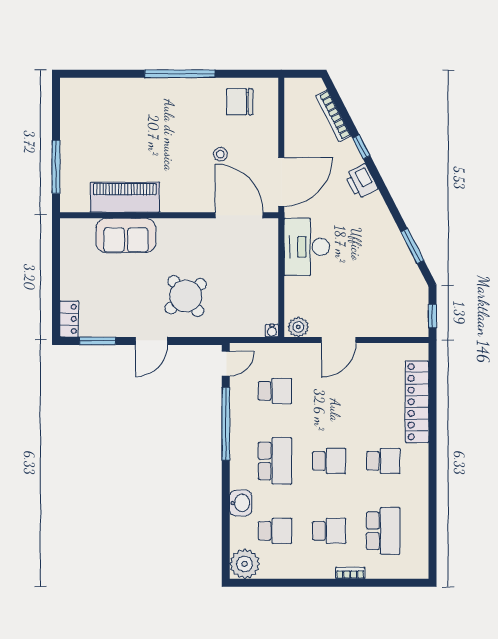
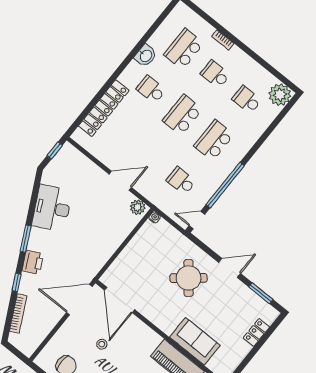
window: (412, 246) -> (26, 239), moved
desk: (307, 247) -> (52, 208), moved, turned 153
locker: (69, 319) -> (256, 332), moved
school desk: (329, 461) -> (183, 115), width x1.85
washbasin: (241, 503) -> (146, 56), moved, turned 180

